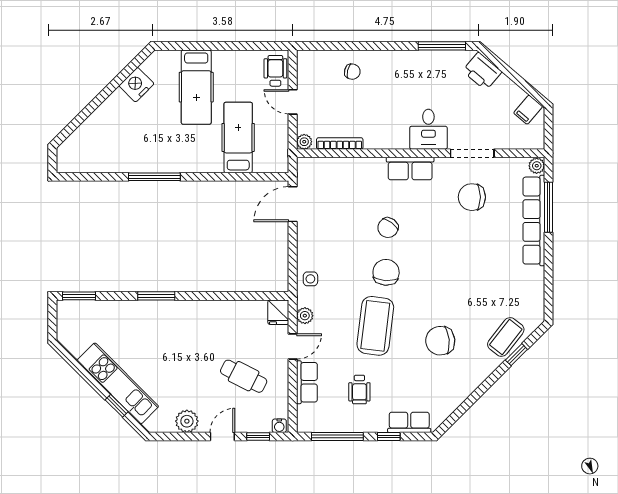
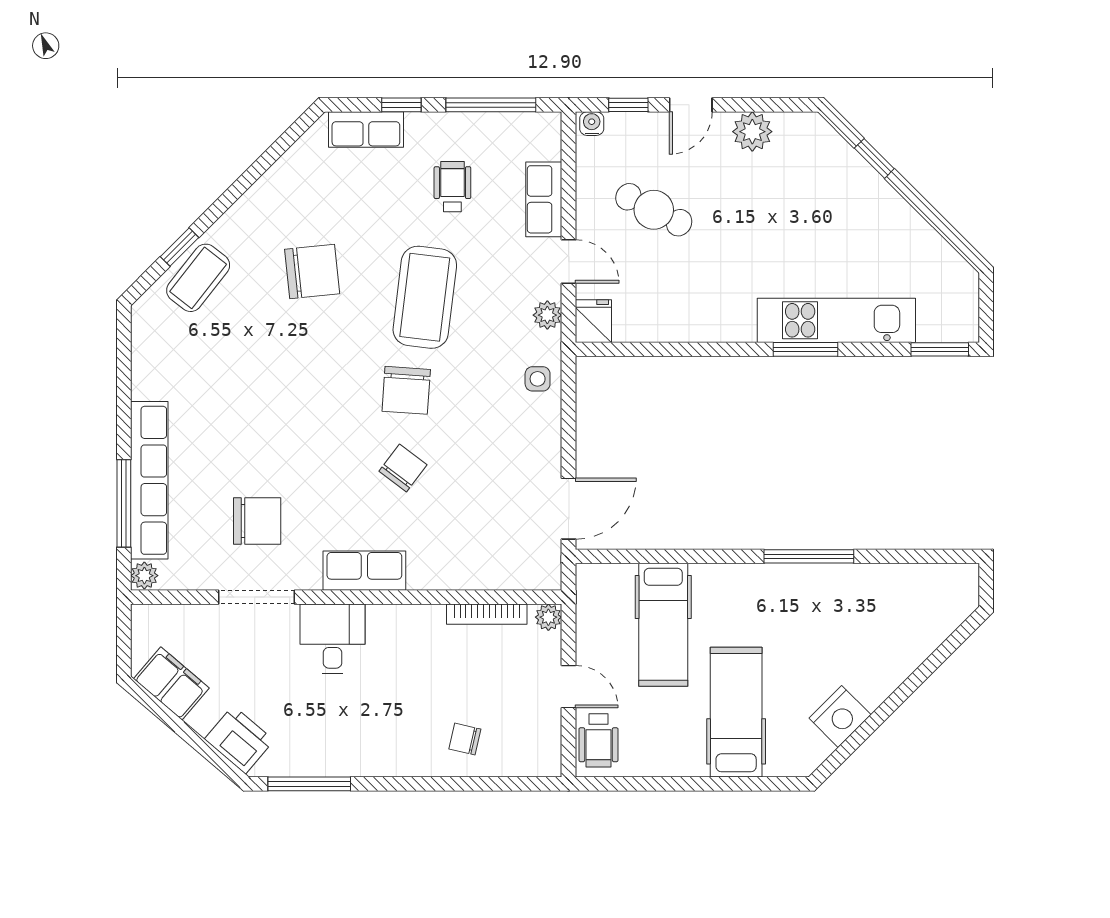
filing cabinet: (528, 110) -> (171, 683), width x2.00
door: (293, 346) -> (569, 261), swing flipped
kitchen unit: (118, 383) -> (836, 320), moved, turned 135

